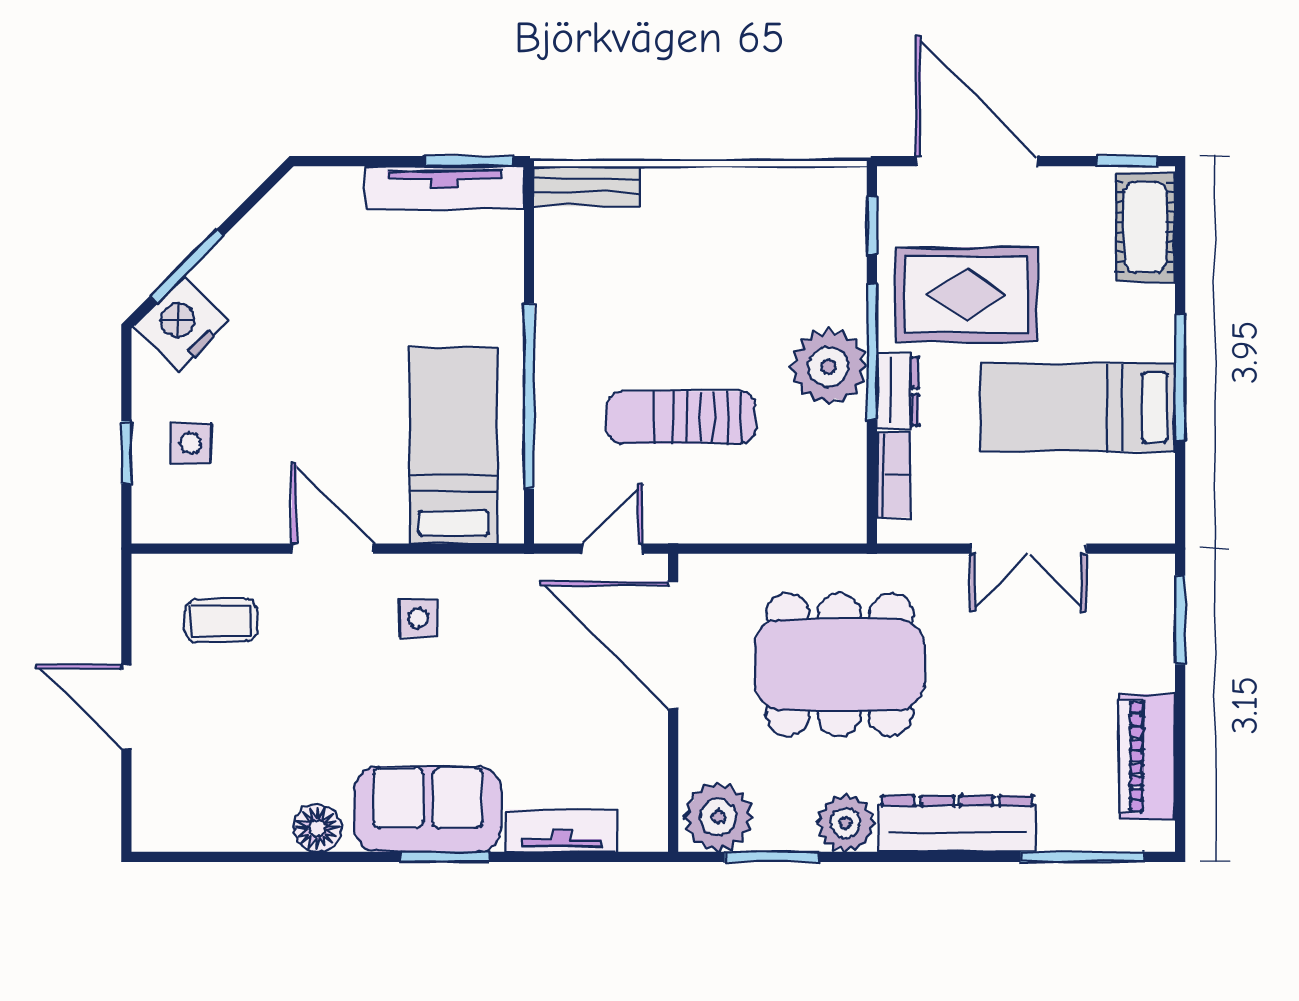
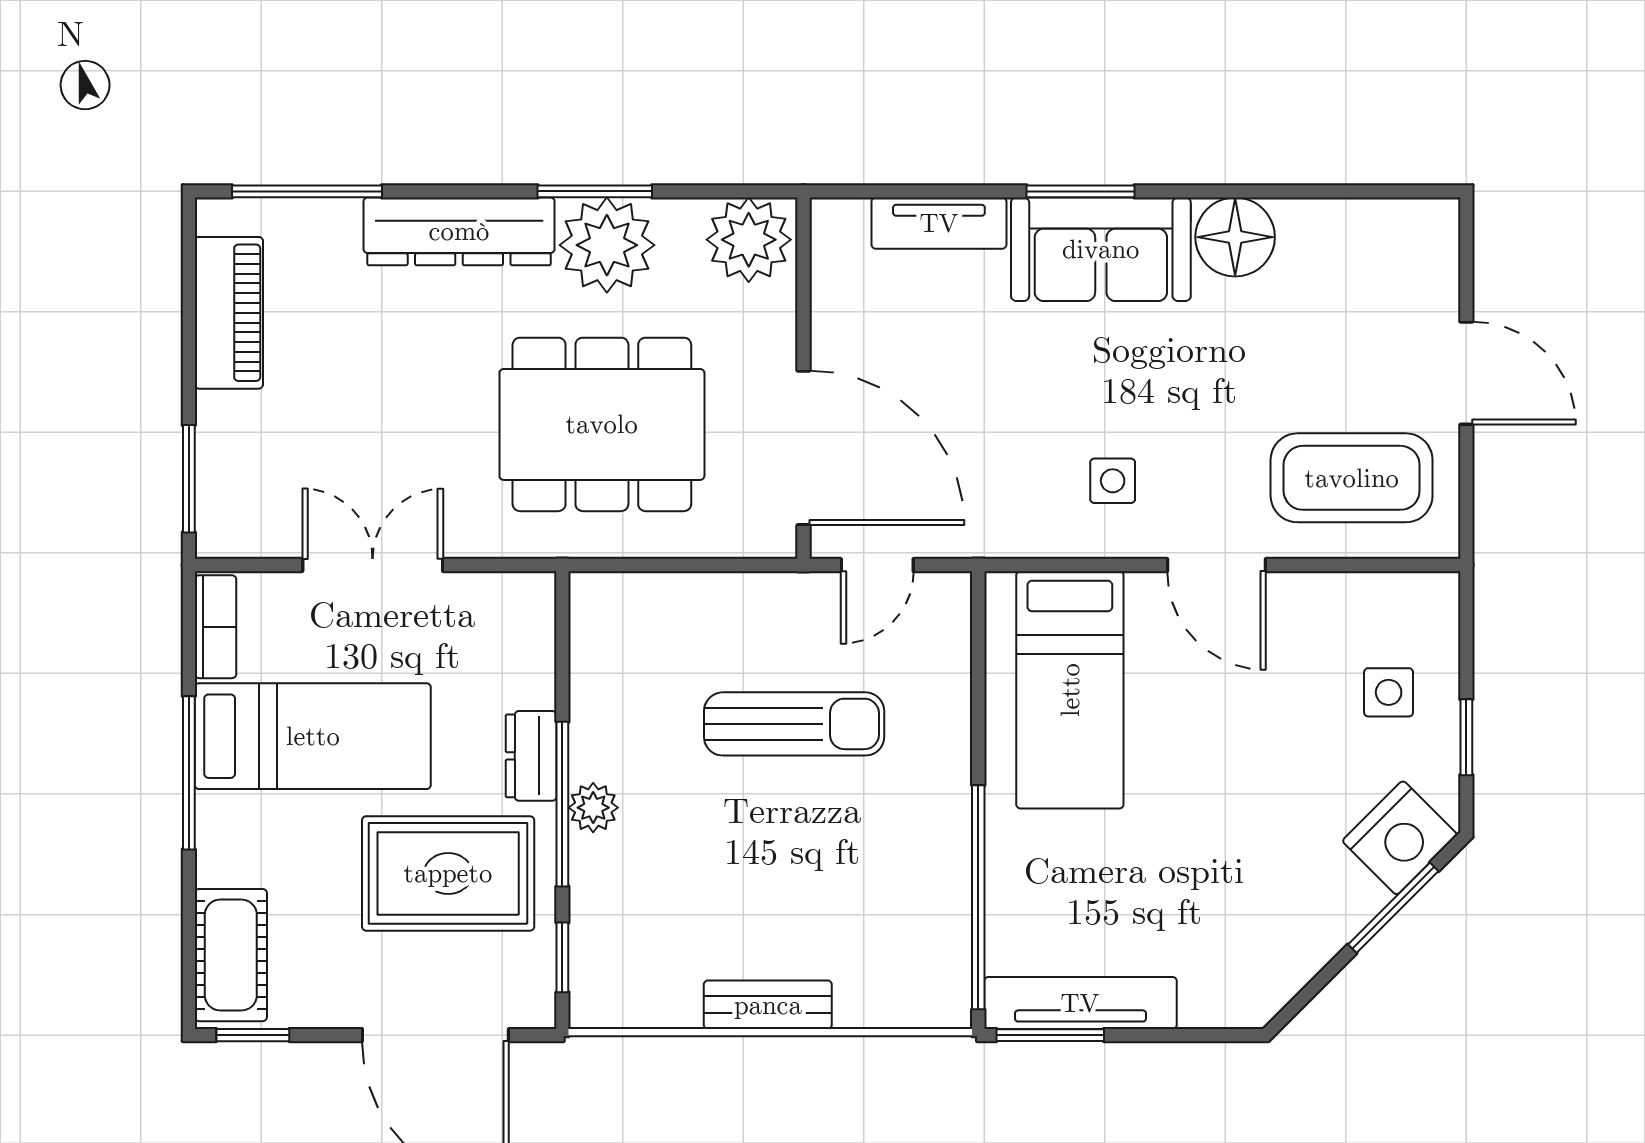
bench: (587, 186) -> (768, 1005), moved
plant: (829, 367) -> (593, 808), width x0.53, depth x0.53
window: (529, 396) -> (978, 897), moved
window: (126, 453) -> (1466, 737), moved
bookcase: (894, 475) -> (215, 627), moved, turned 180
coffee table: (221, 621) -> (1352, 478), width x1.86, depth x1.72
plant: (846, 823) -> (607, 245), width x1.36, depth x1.36
floor lamp: (317, 828) -> (1235, 237), width x1.38, depth x1.38
window: (772, 857) -> (595, 191), moved

